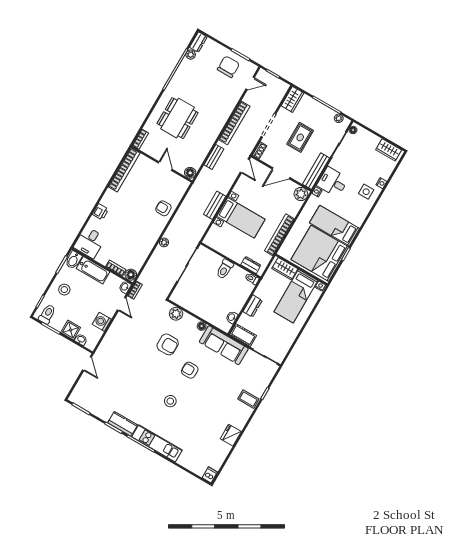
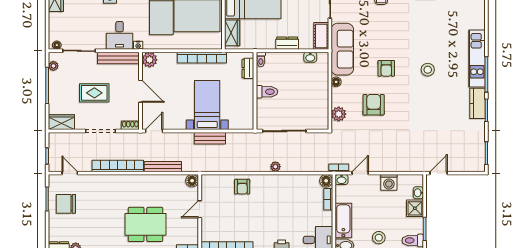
bench: (214, 157) -> (163, 167), width x1.36

